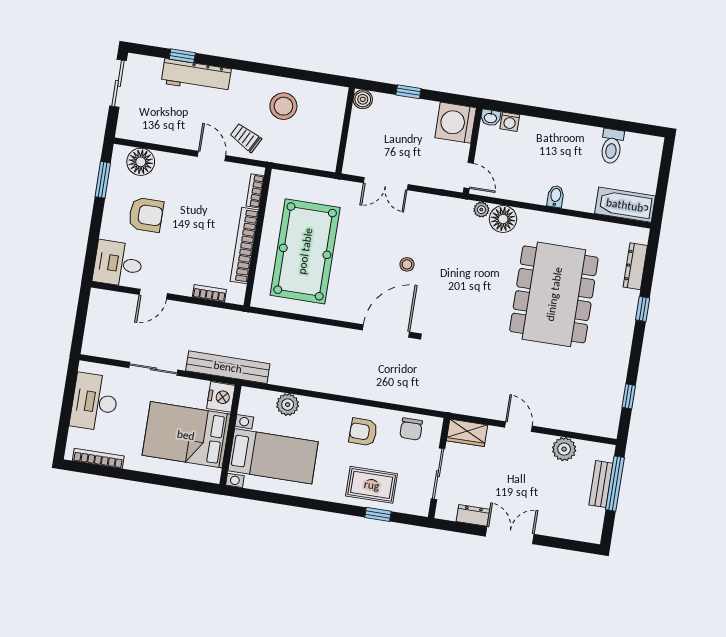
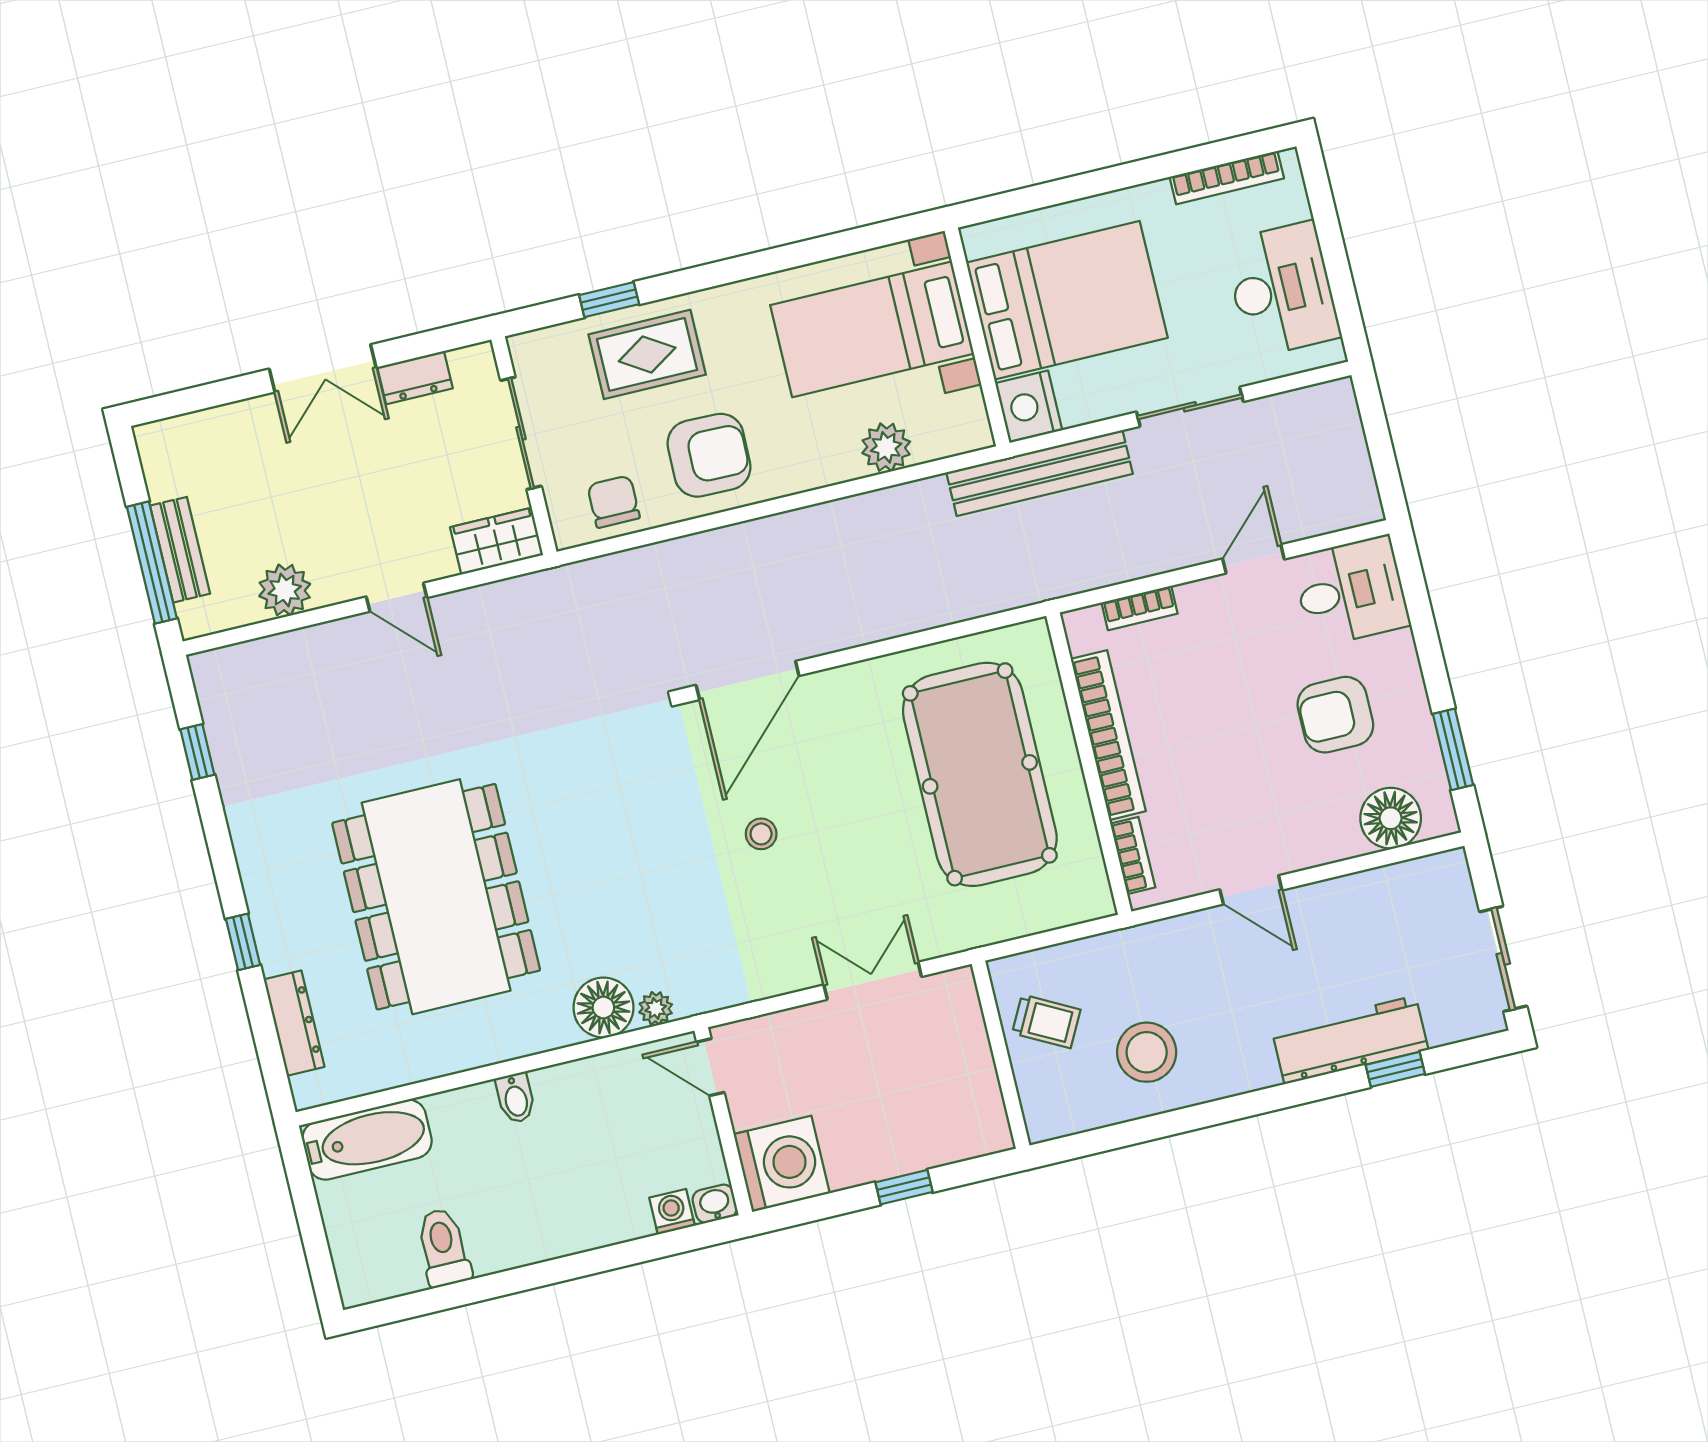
boiler: (363, 99) -> (991, 1133), removed
trolley: (246, 138) -> (1046, 1021), moved
armchair: (363, 432) -> (709, 455), width x1.38, depth x1.38

